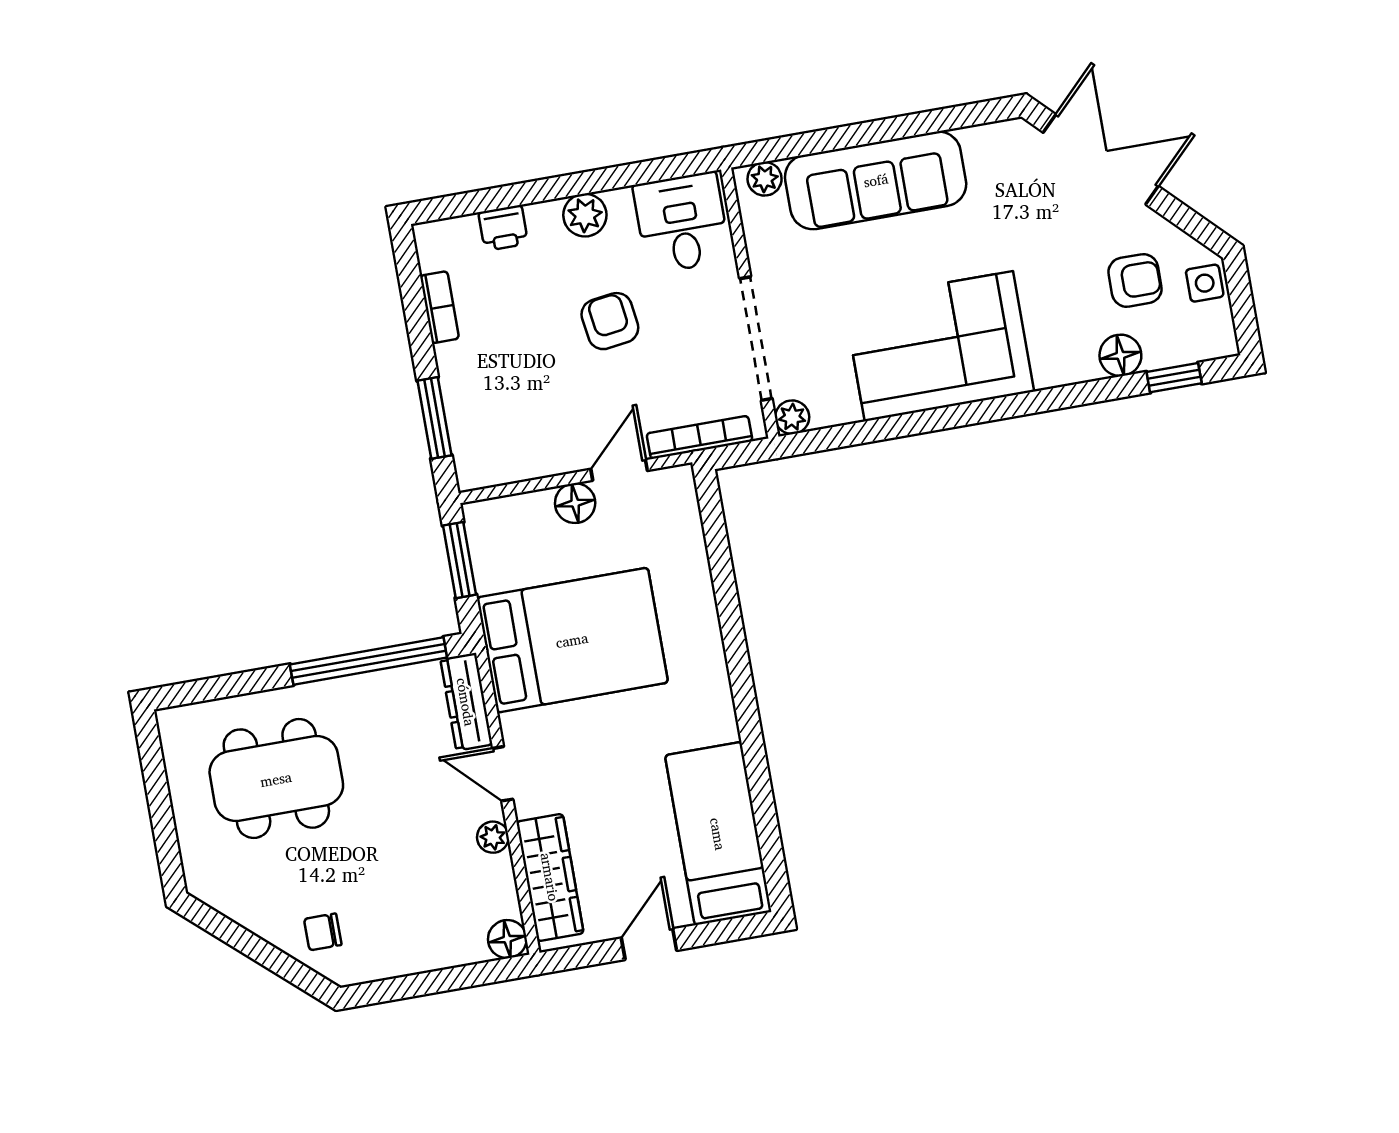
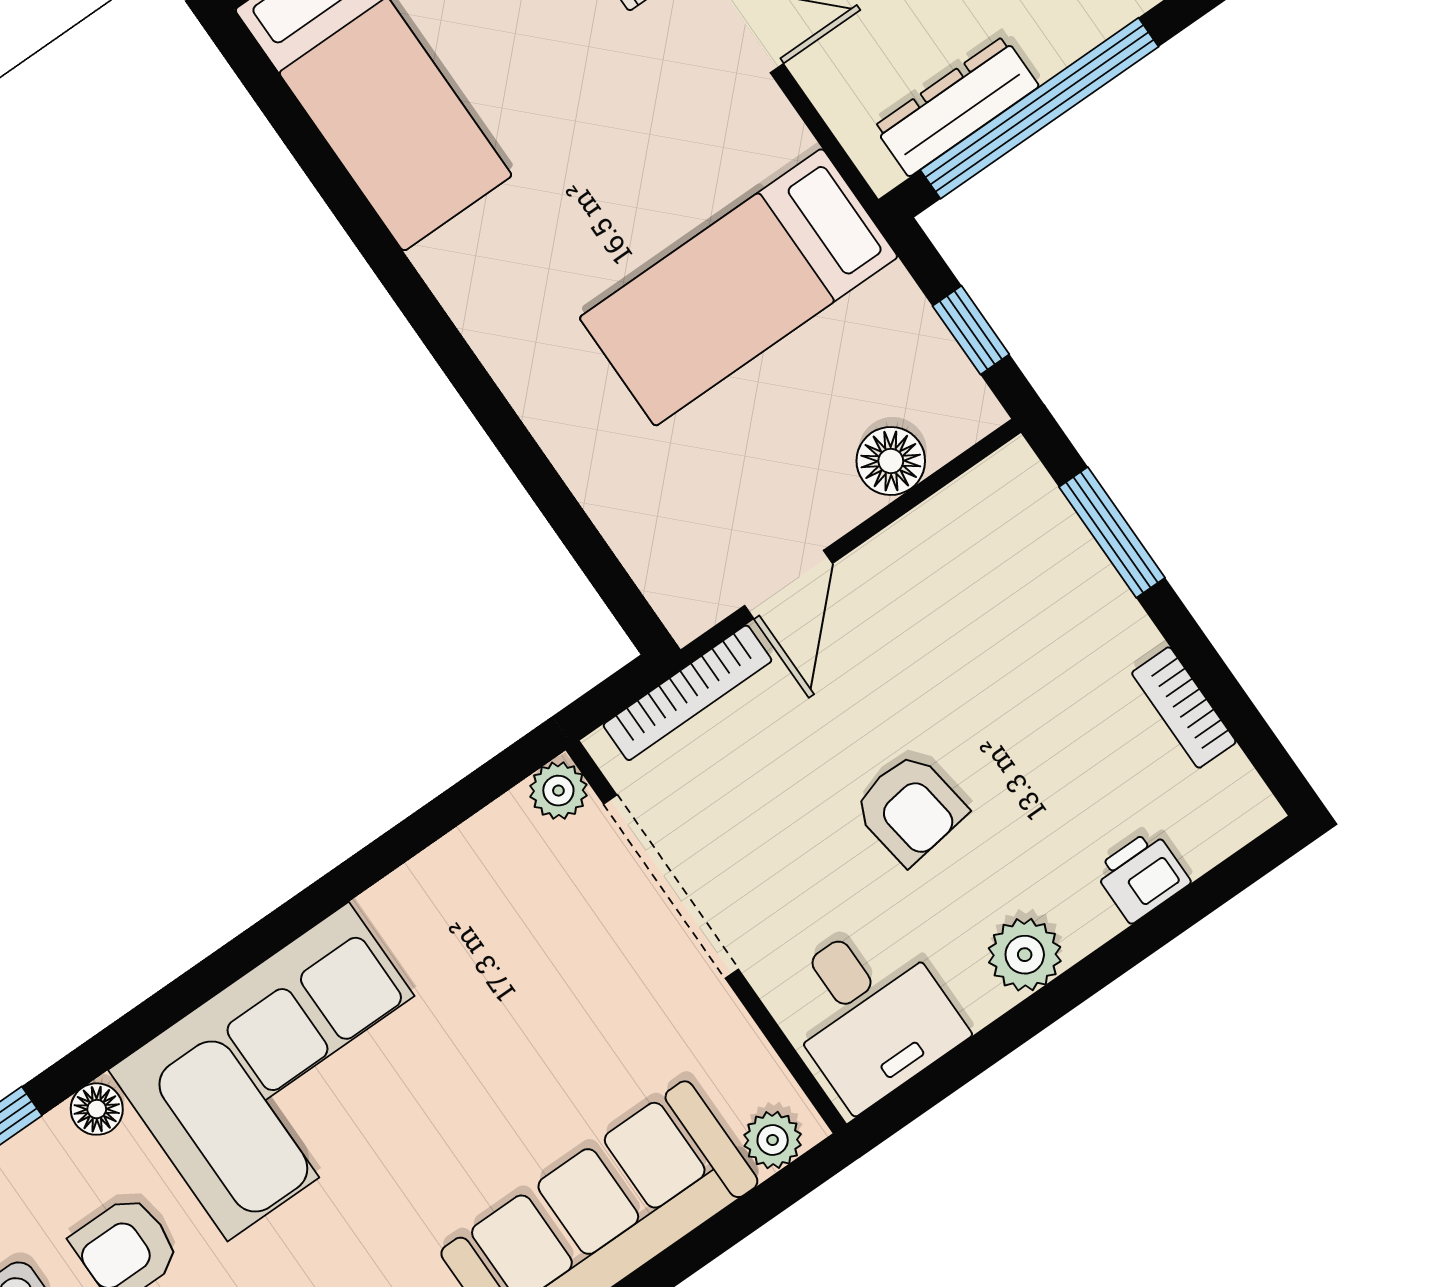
corner sofa: (939, 346) -> (288, 1072), moved
floor lamp: (1120, 355) -> (97, 1109), width x0.73, depth x0.73
floor lamp: (575, 503) -> (891, 461), moved
window: (460, 560) -> (971, 330), width x0.67
bed: (572, 640) -> (739, 287), width x0.67
dresser: (466, 702) -> (956, 106), moved, turned -90

